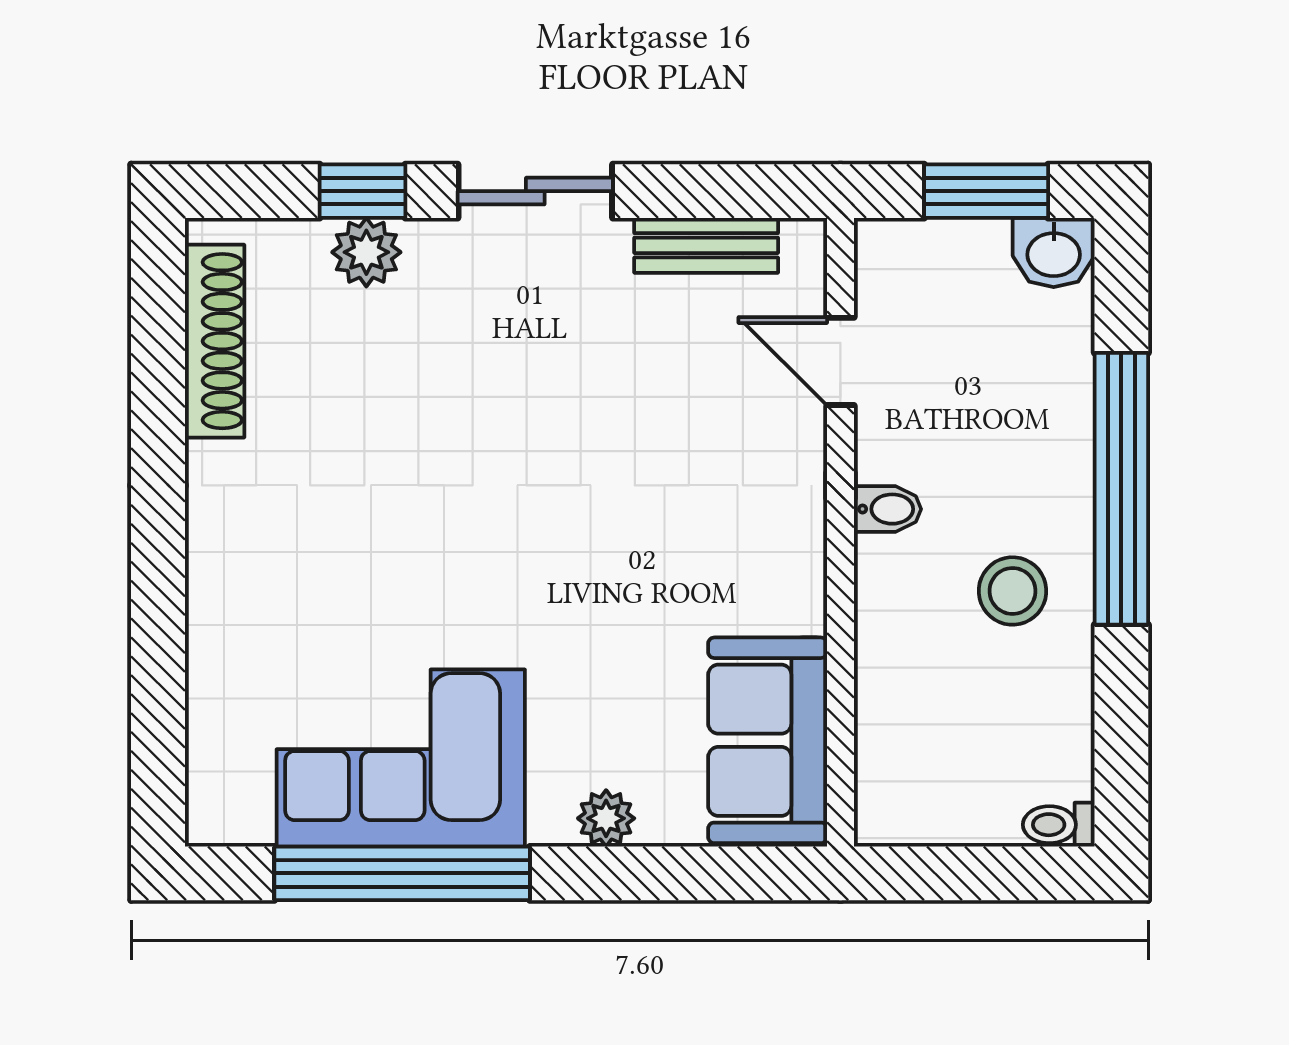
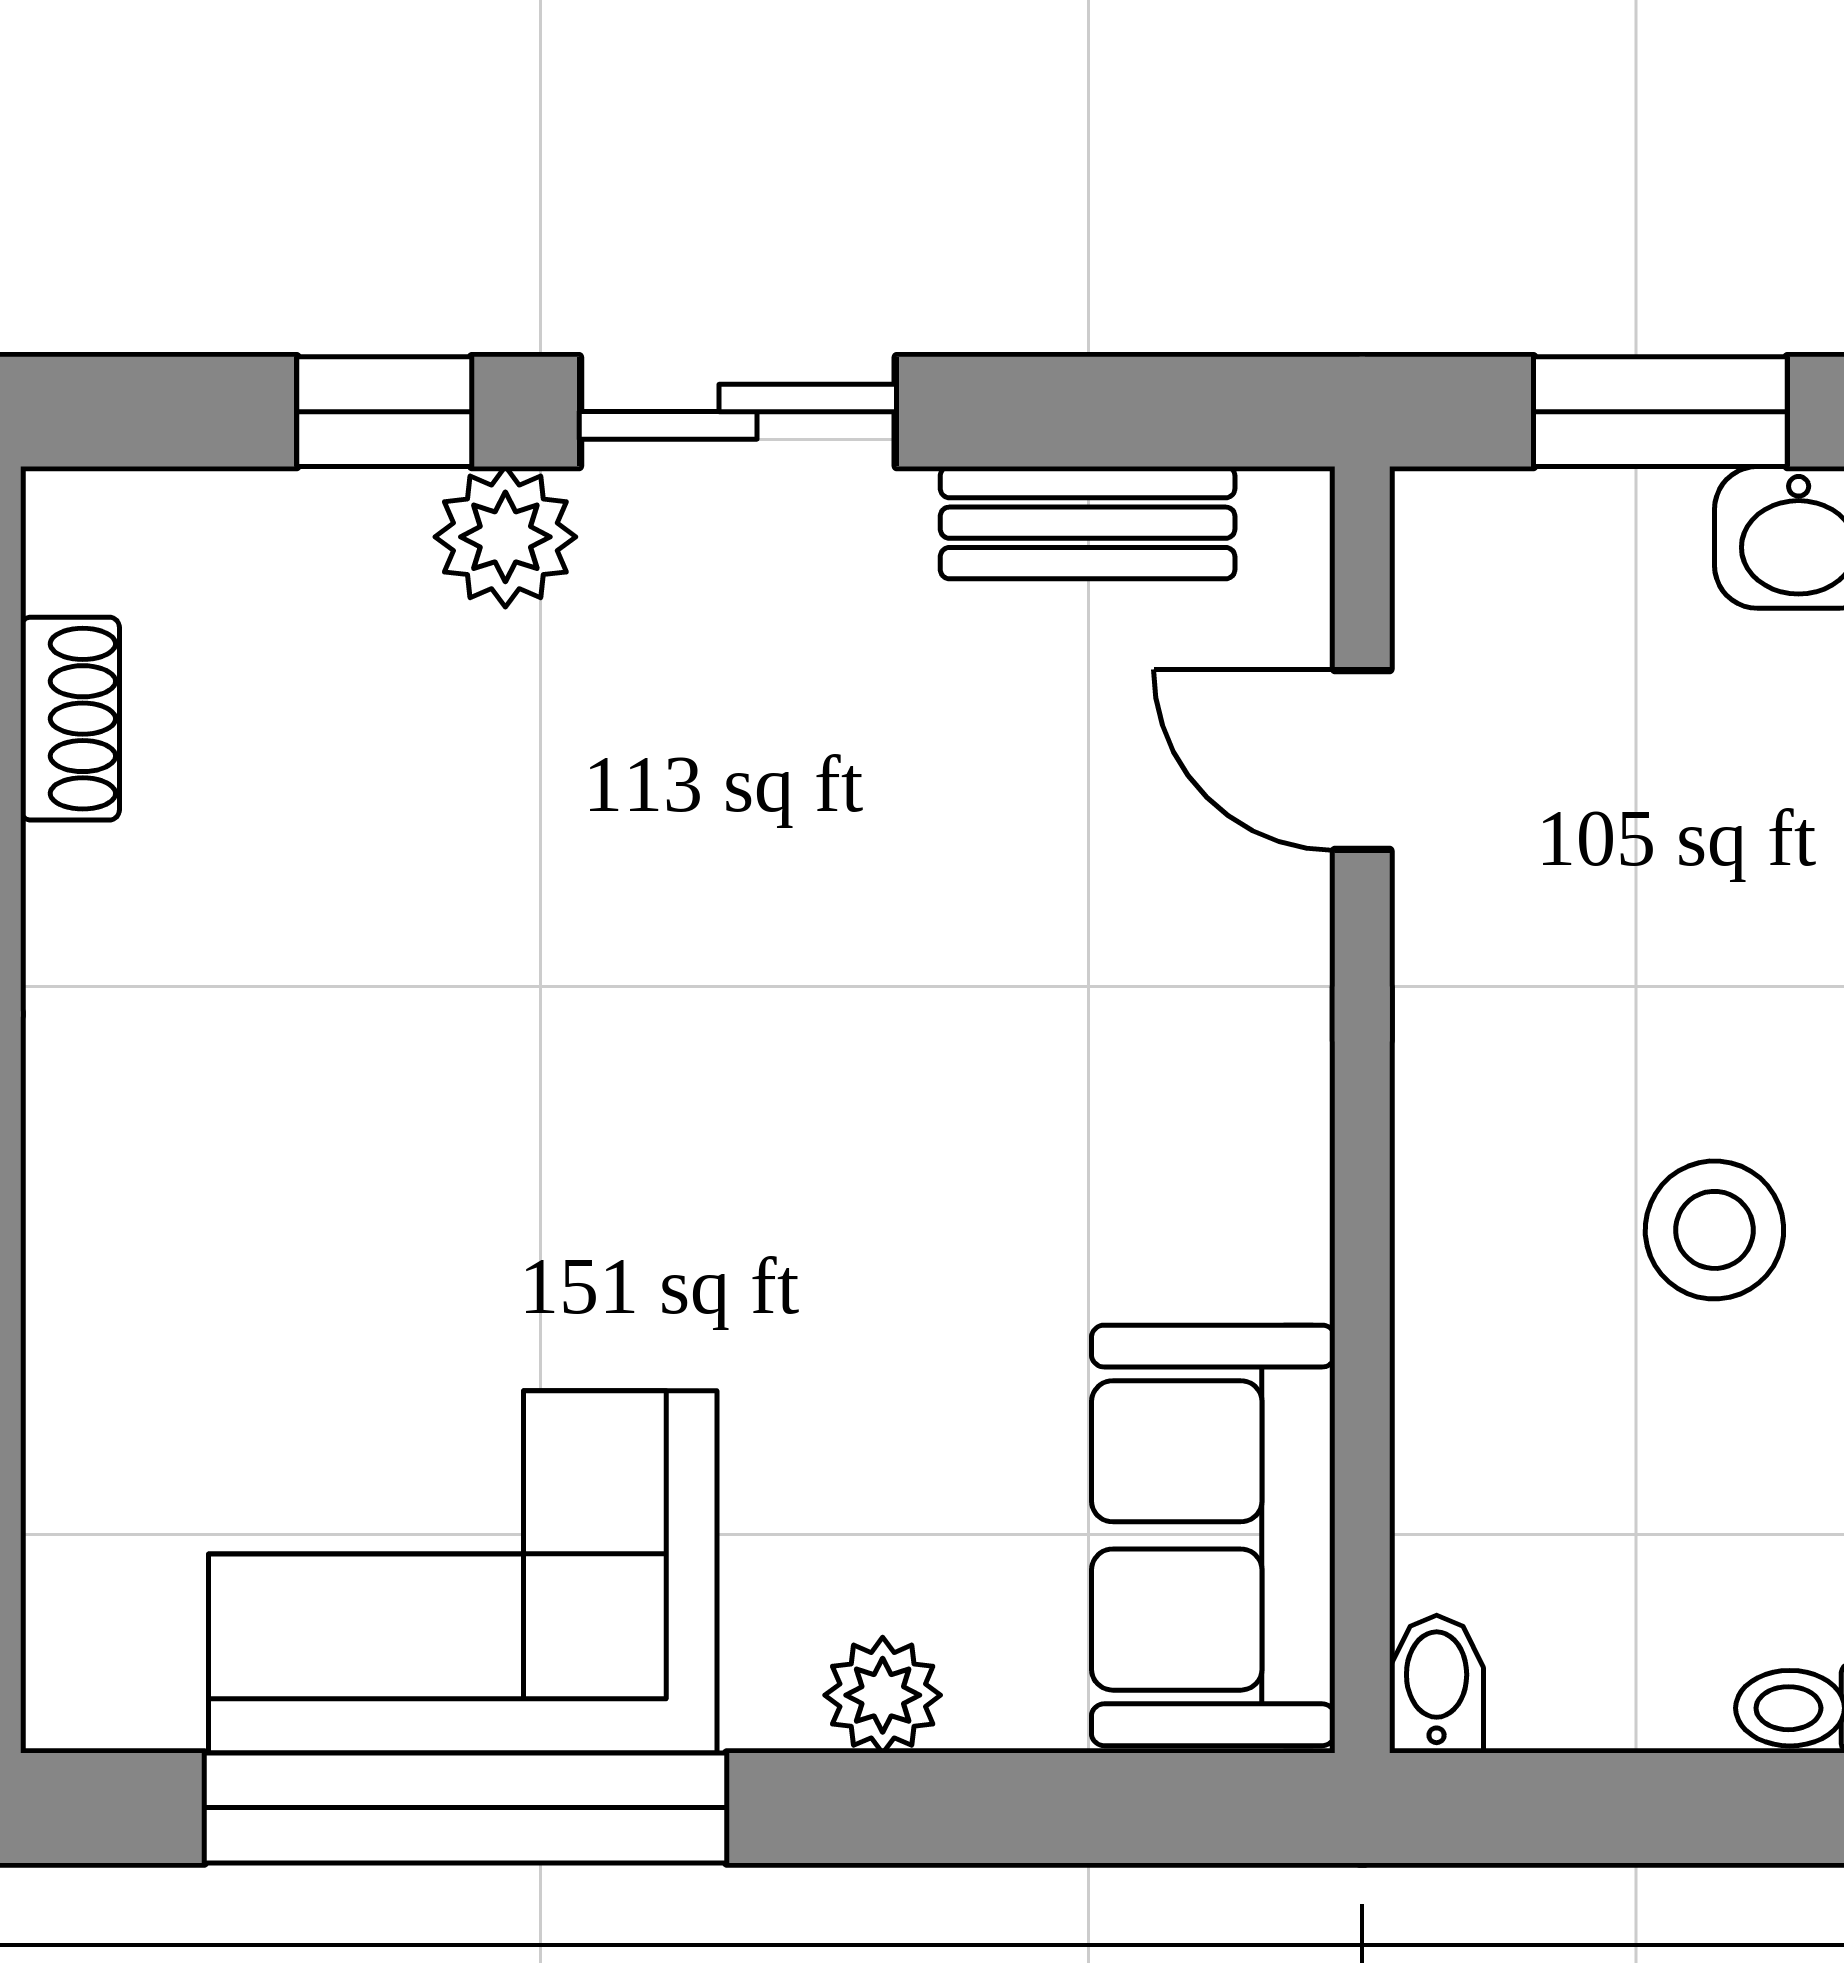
plant: (366, 252) -> (505, 537), moved
shoe rack: (215, 341) -> (70, 719), width x0.51, depth x0.81
bidet: (888, 509) -> (1437, 1684), moved, turned -90

